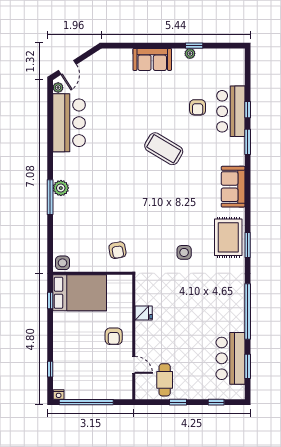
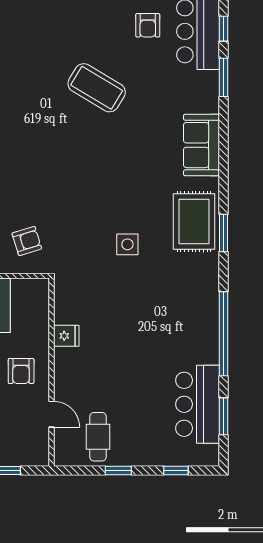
armchair: (117, 250) -> (27, 241), turned -97

